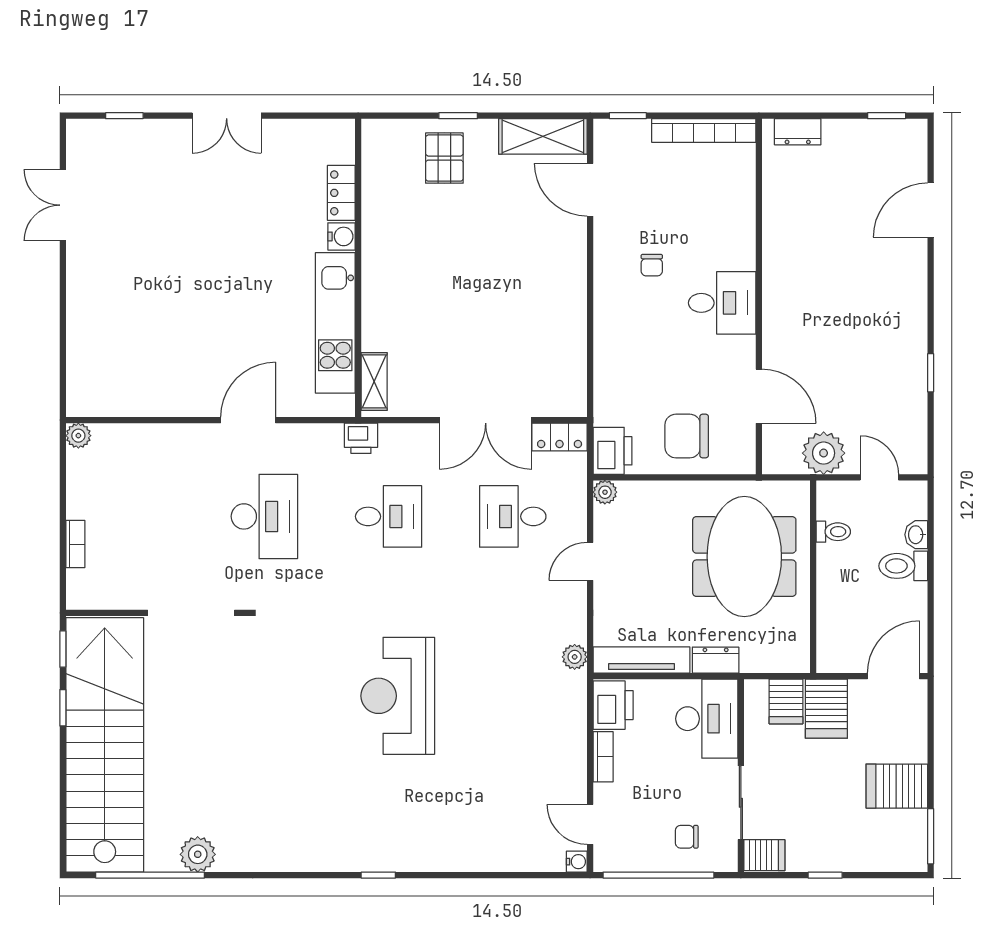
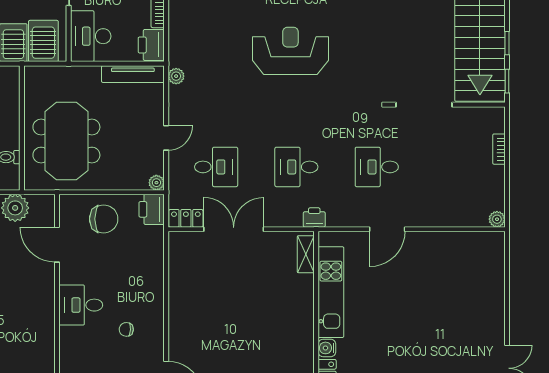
chair: (652, 265) -> (126, 329), turned -87
desk: (264, 516) -> (377, 167), width x0.73
dresser: (716, 660) -> (85, 74), removed
reception desk: (398, 696) -> (290, 51), turned -90
server rack: (786, 701) -> (43, 41), width x1.36, depth x1.44

